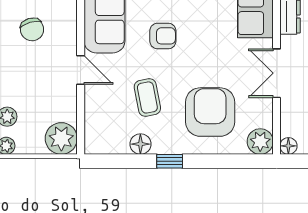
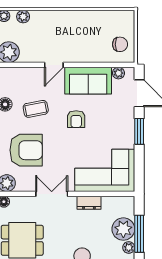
chair: (32, 29) -> (80, 33), removed

